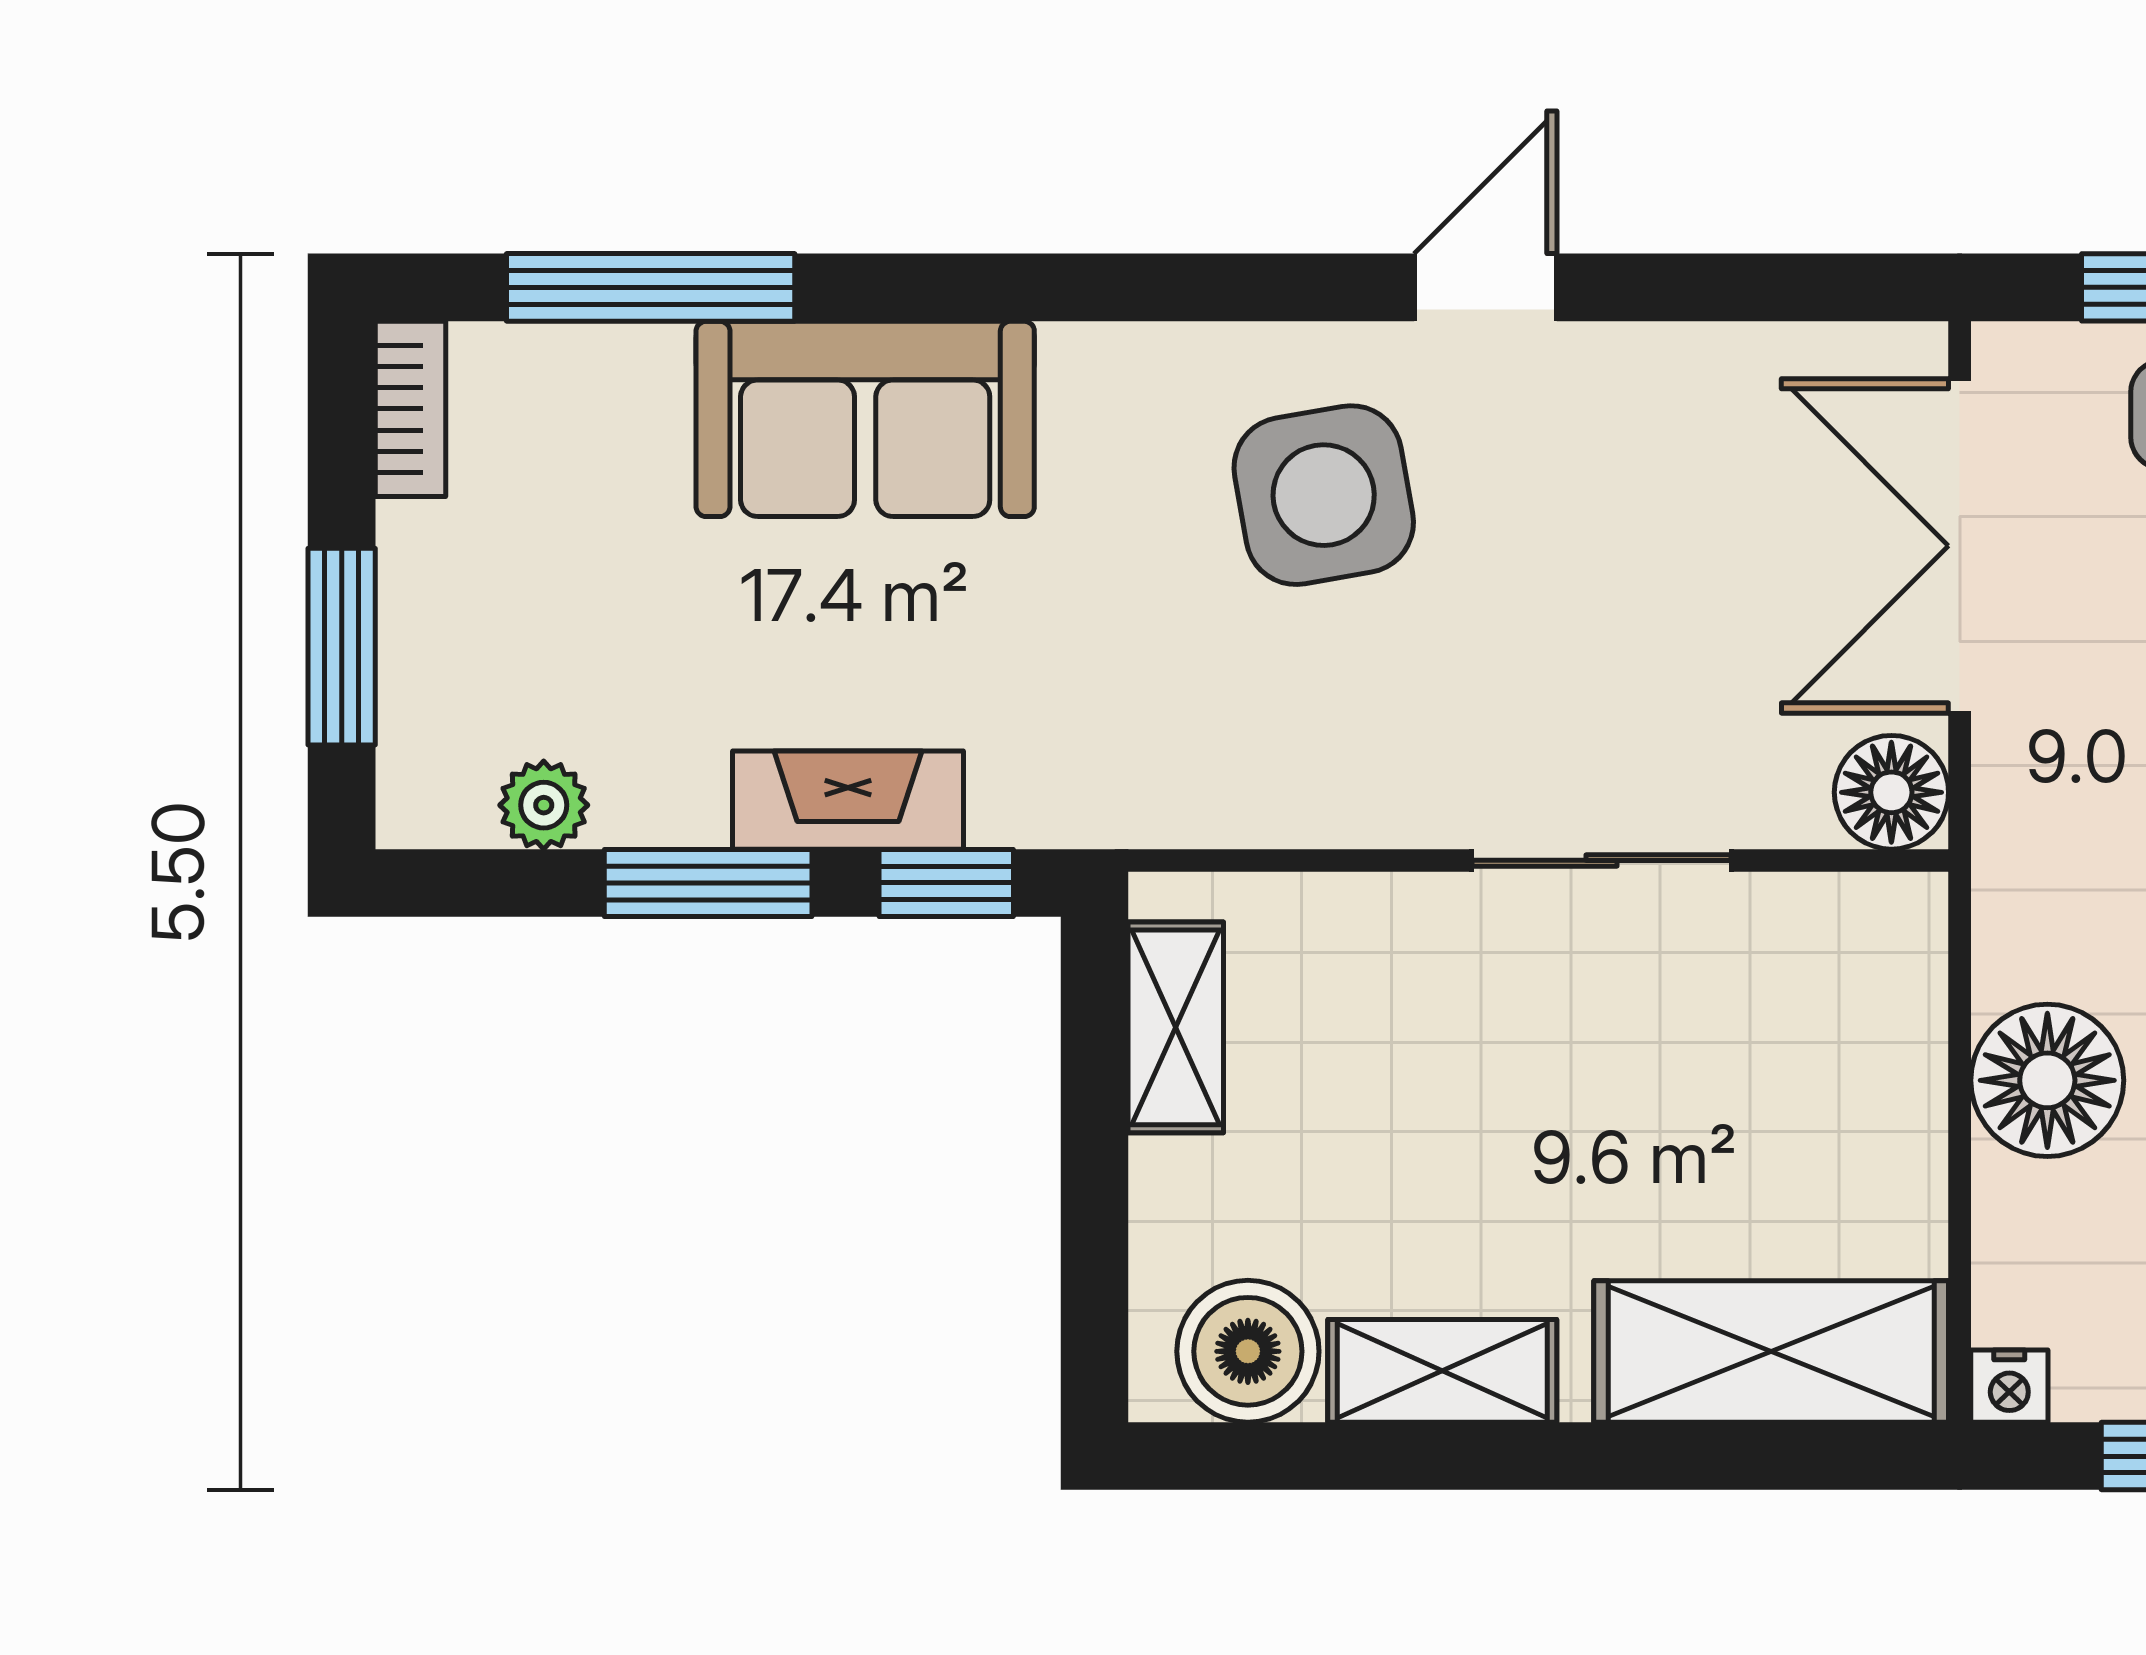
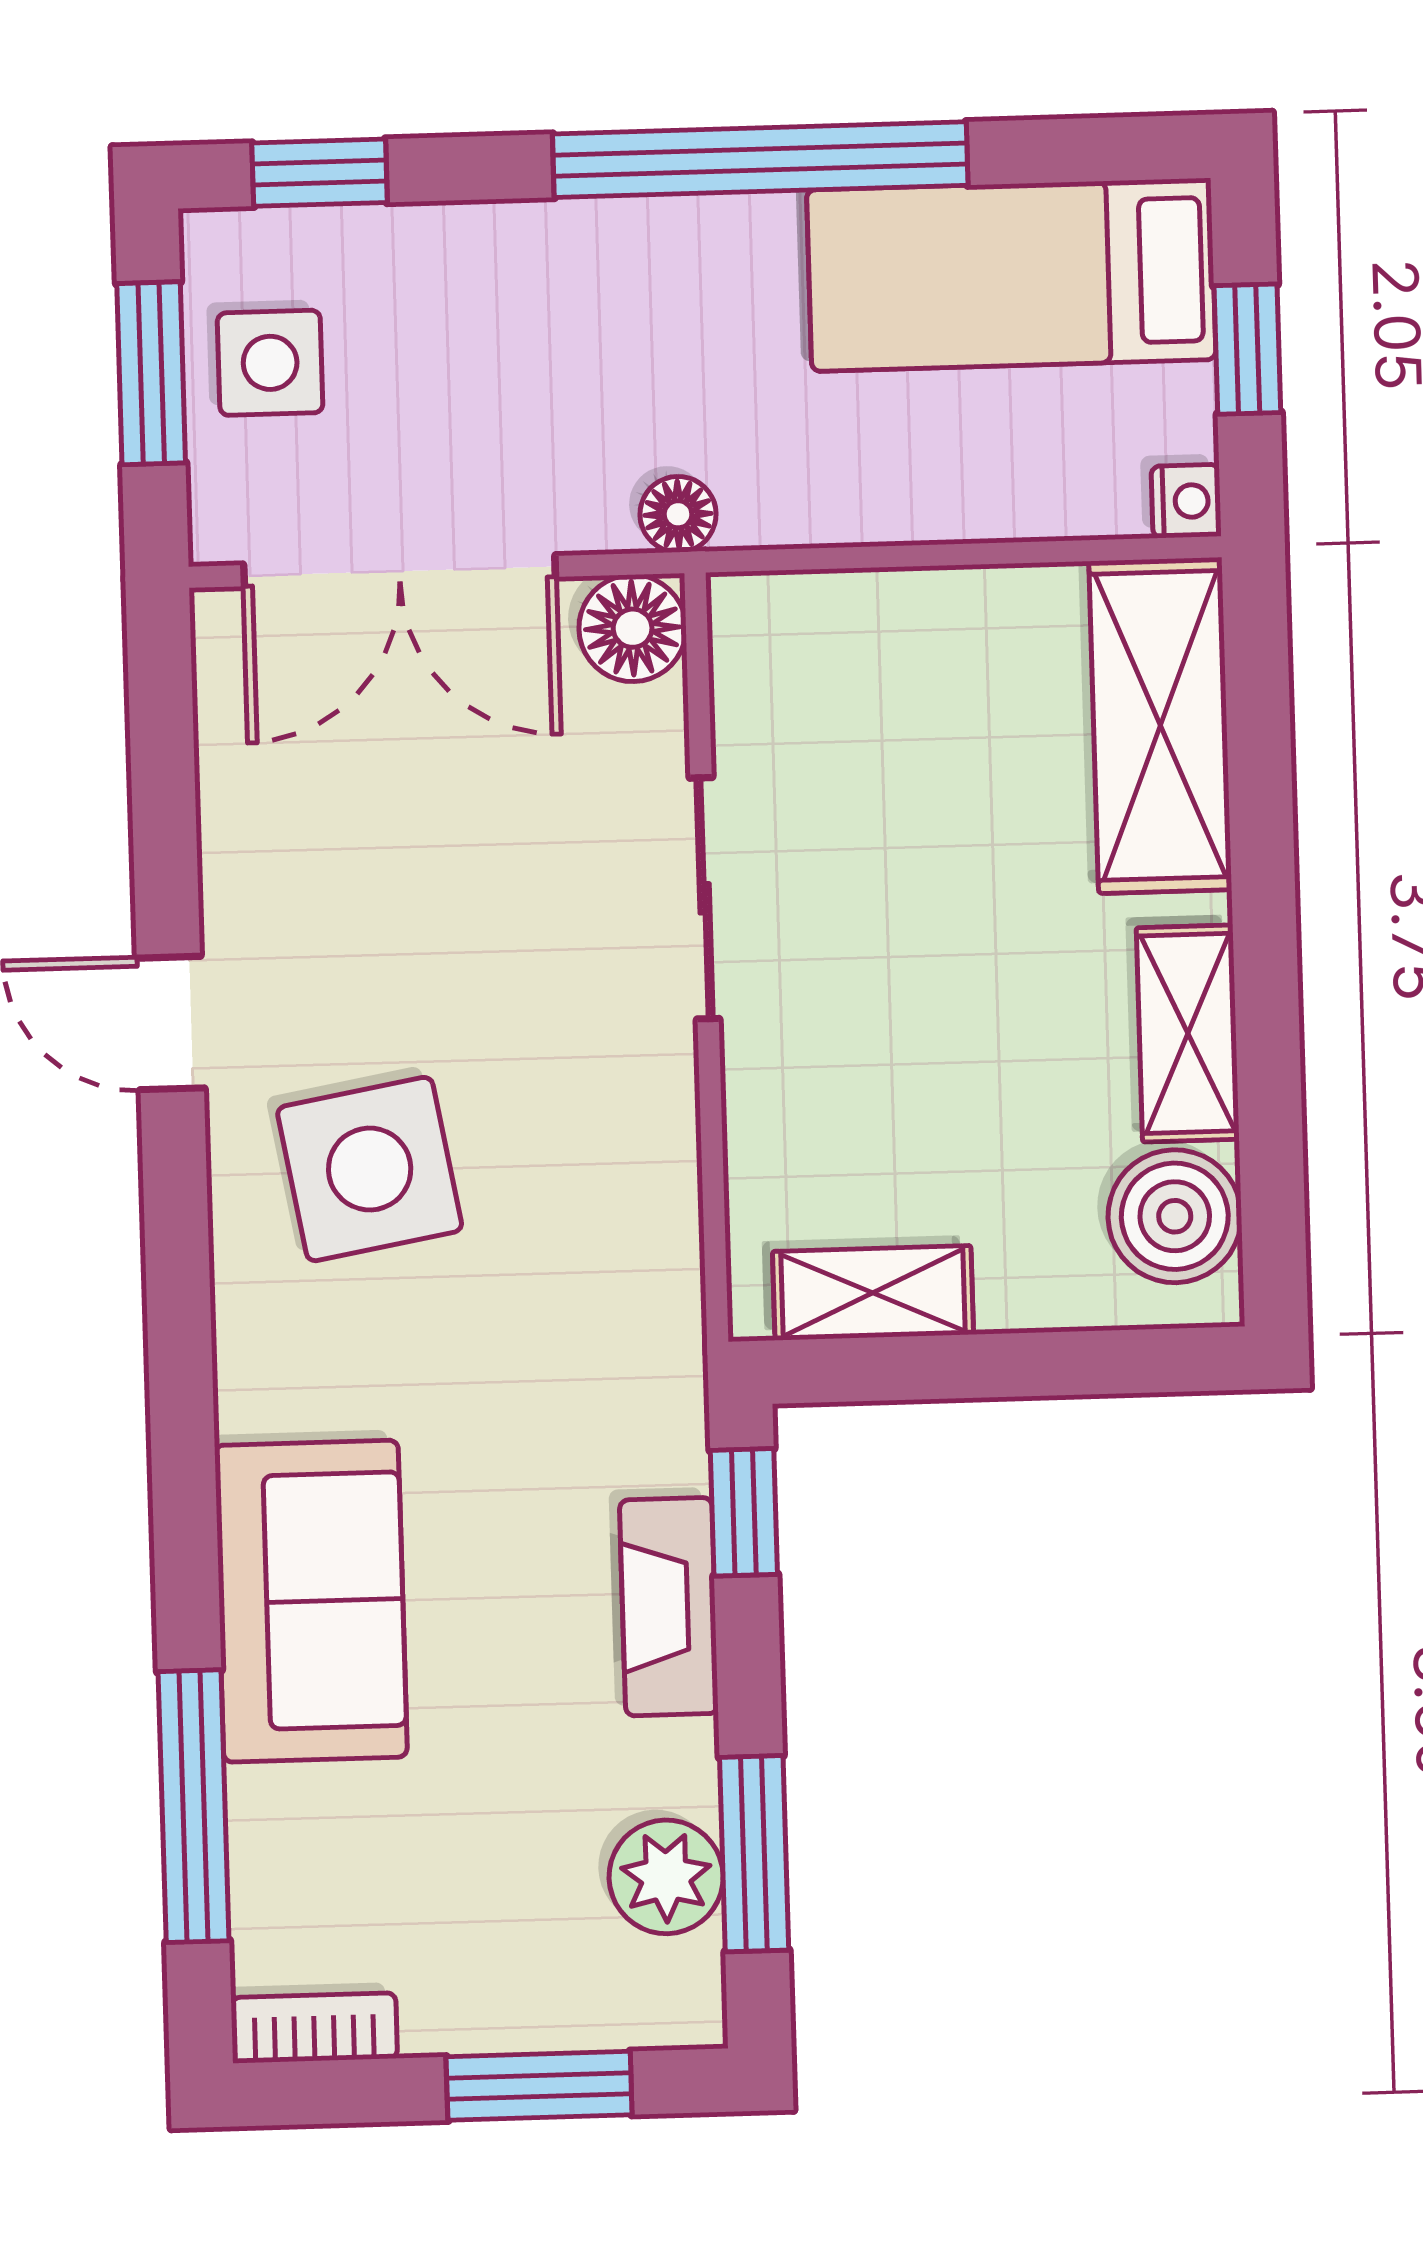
plant: (544, 805) -> (666, 1877), width x1.38, depth x1.38
window: (708, 883) -> (754, 1854), moved
floor lamp: (2047, 1080) -> (678, 514), moved, width x0.53, depth x0.53

